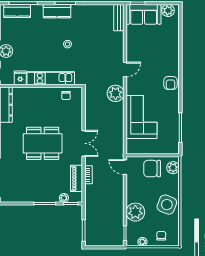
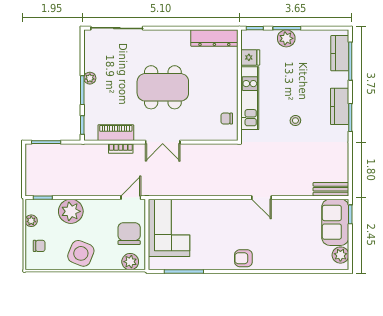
plant: (116, 93) -> (230, 185), removed
corner sofa: (142, 117) -> (169, 228), moved, turned -90
dining table: (43, 143) -> (163, 87), turned 90
plant: (64, 198) -> (90, 78), moved

